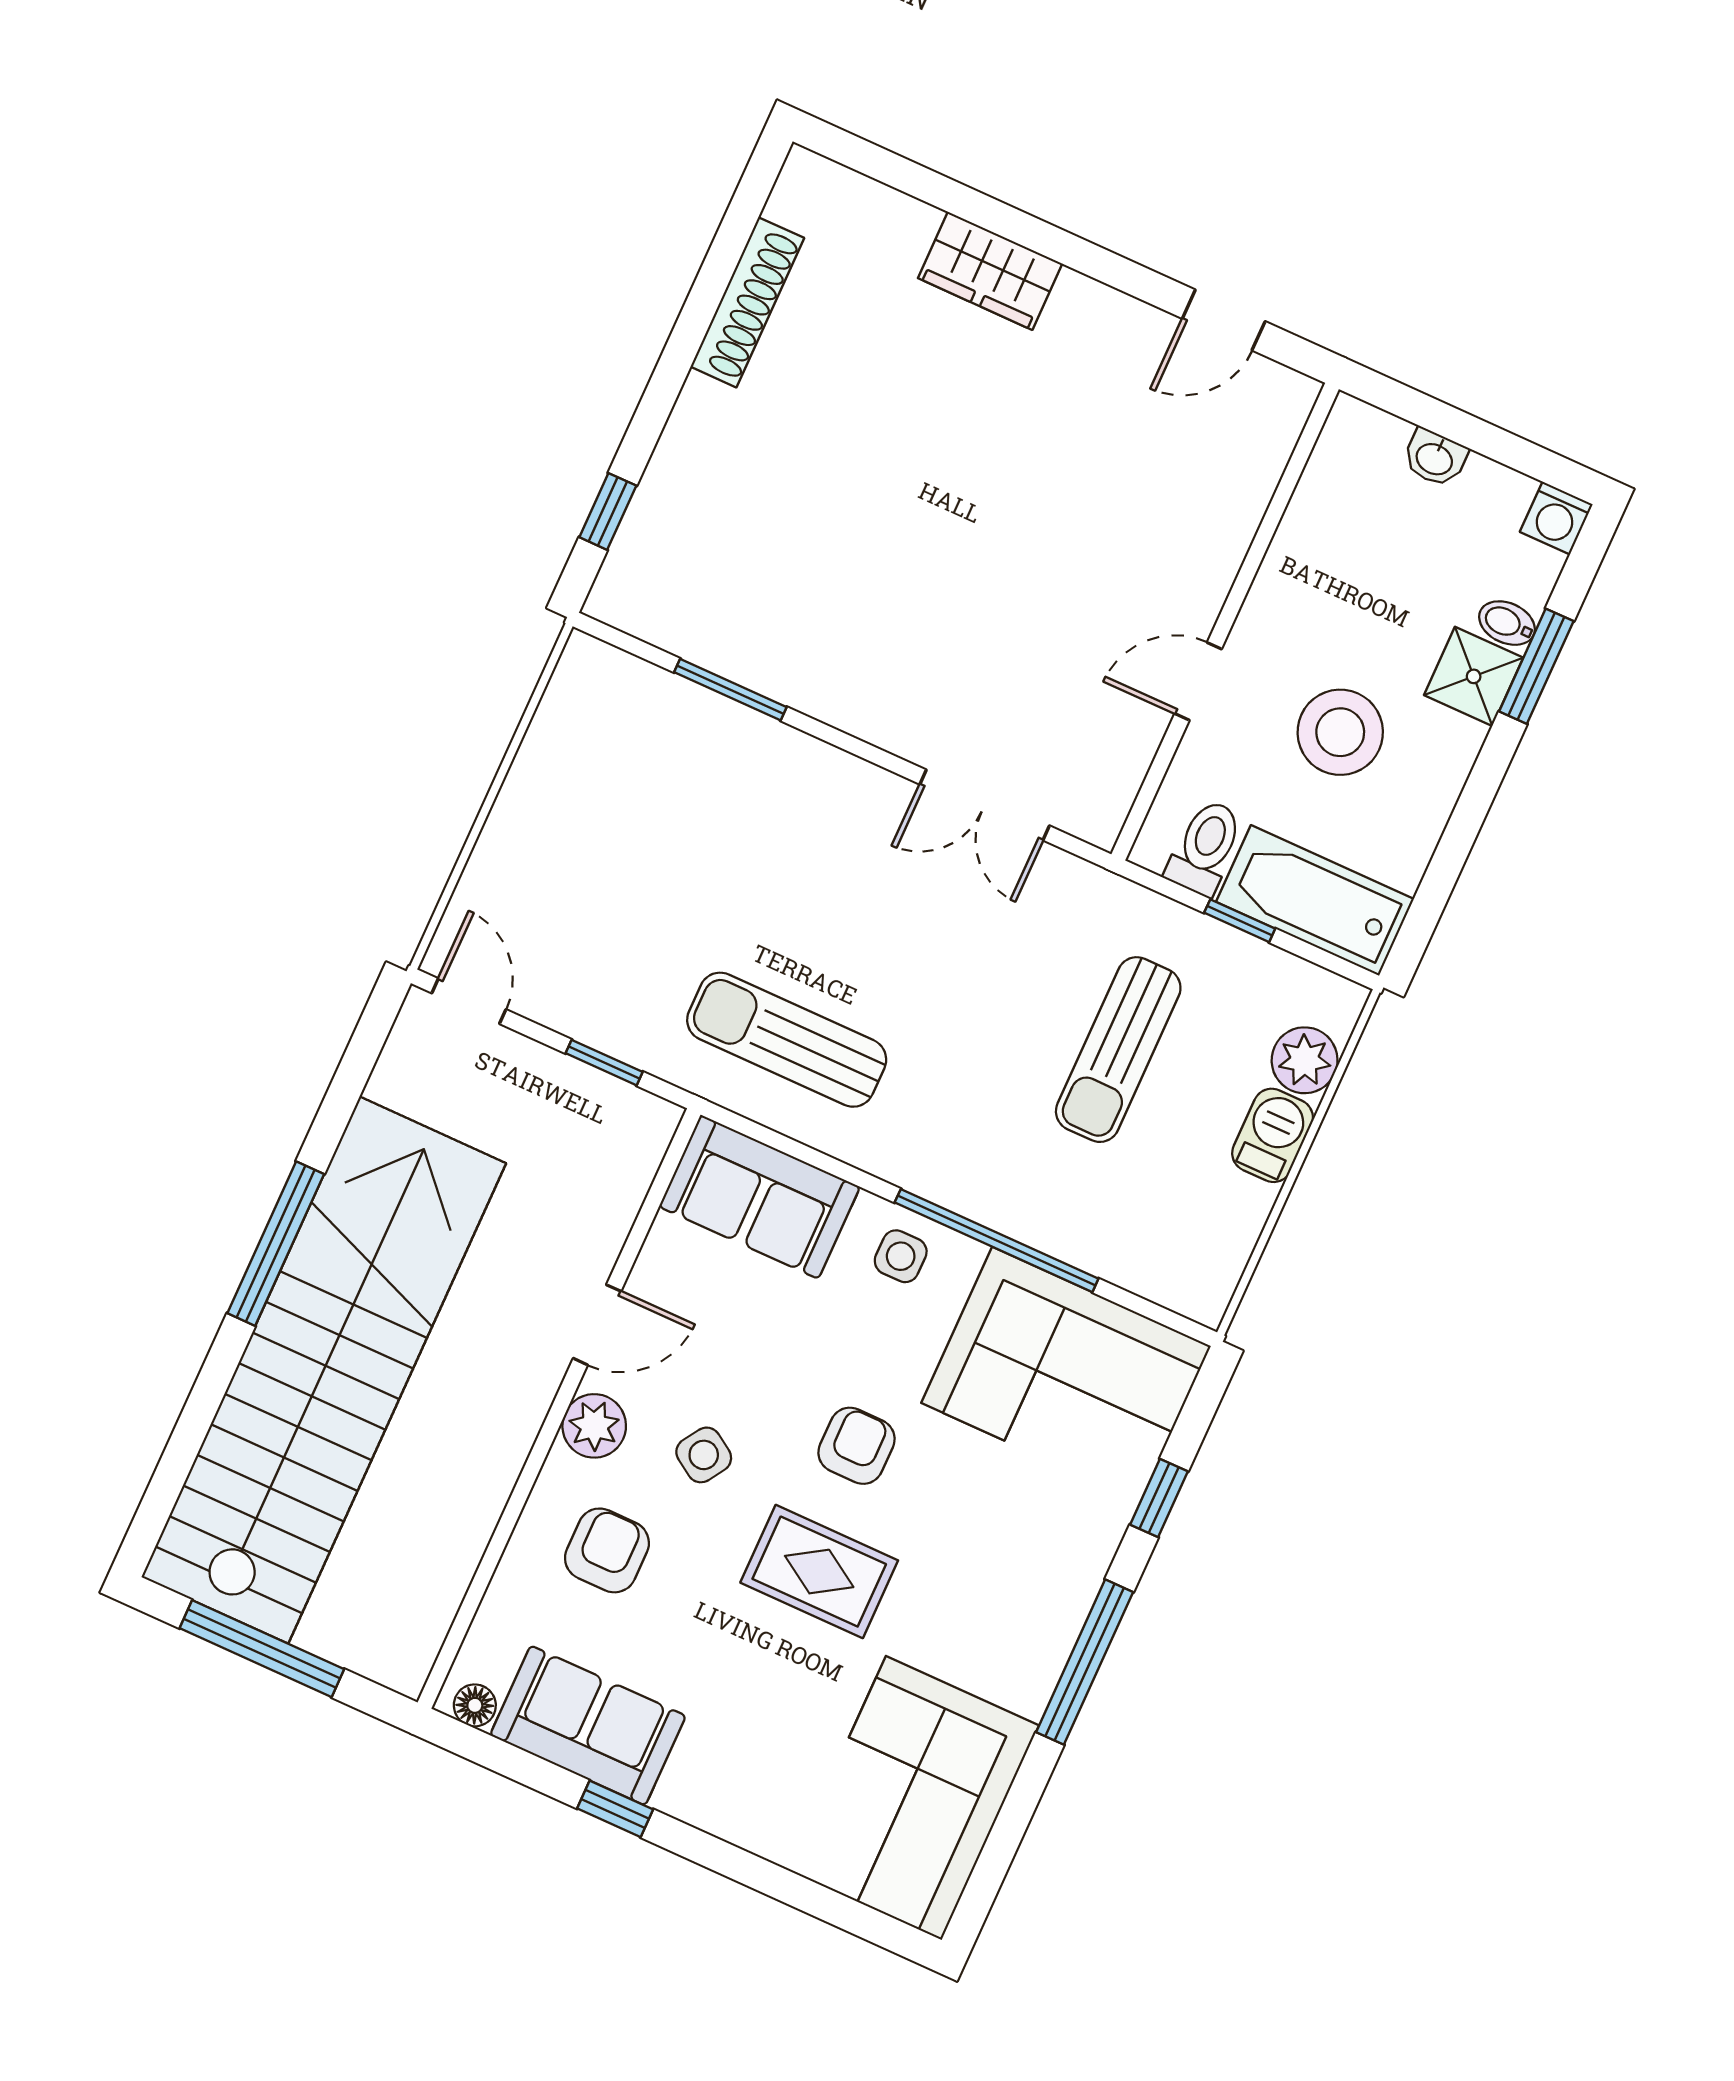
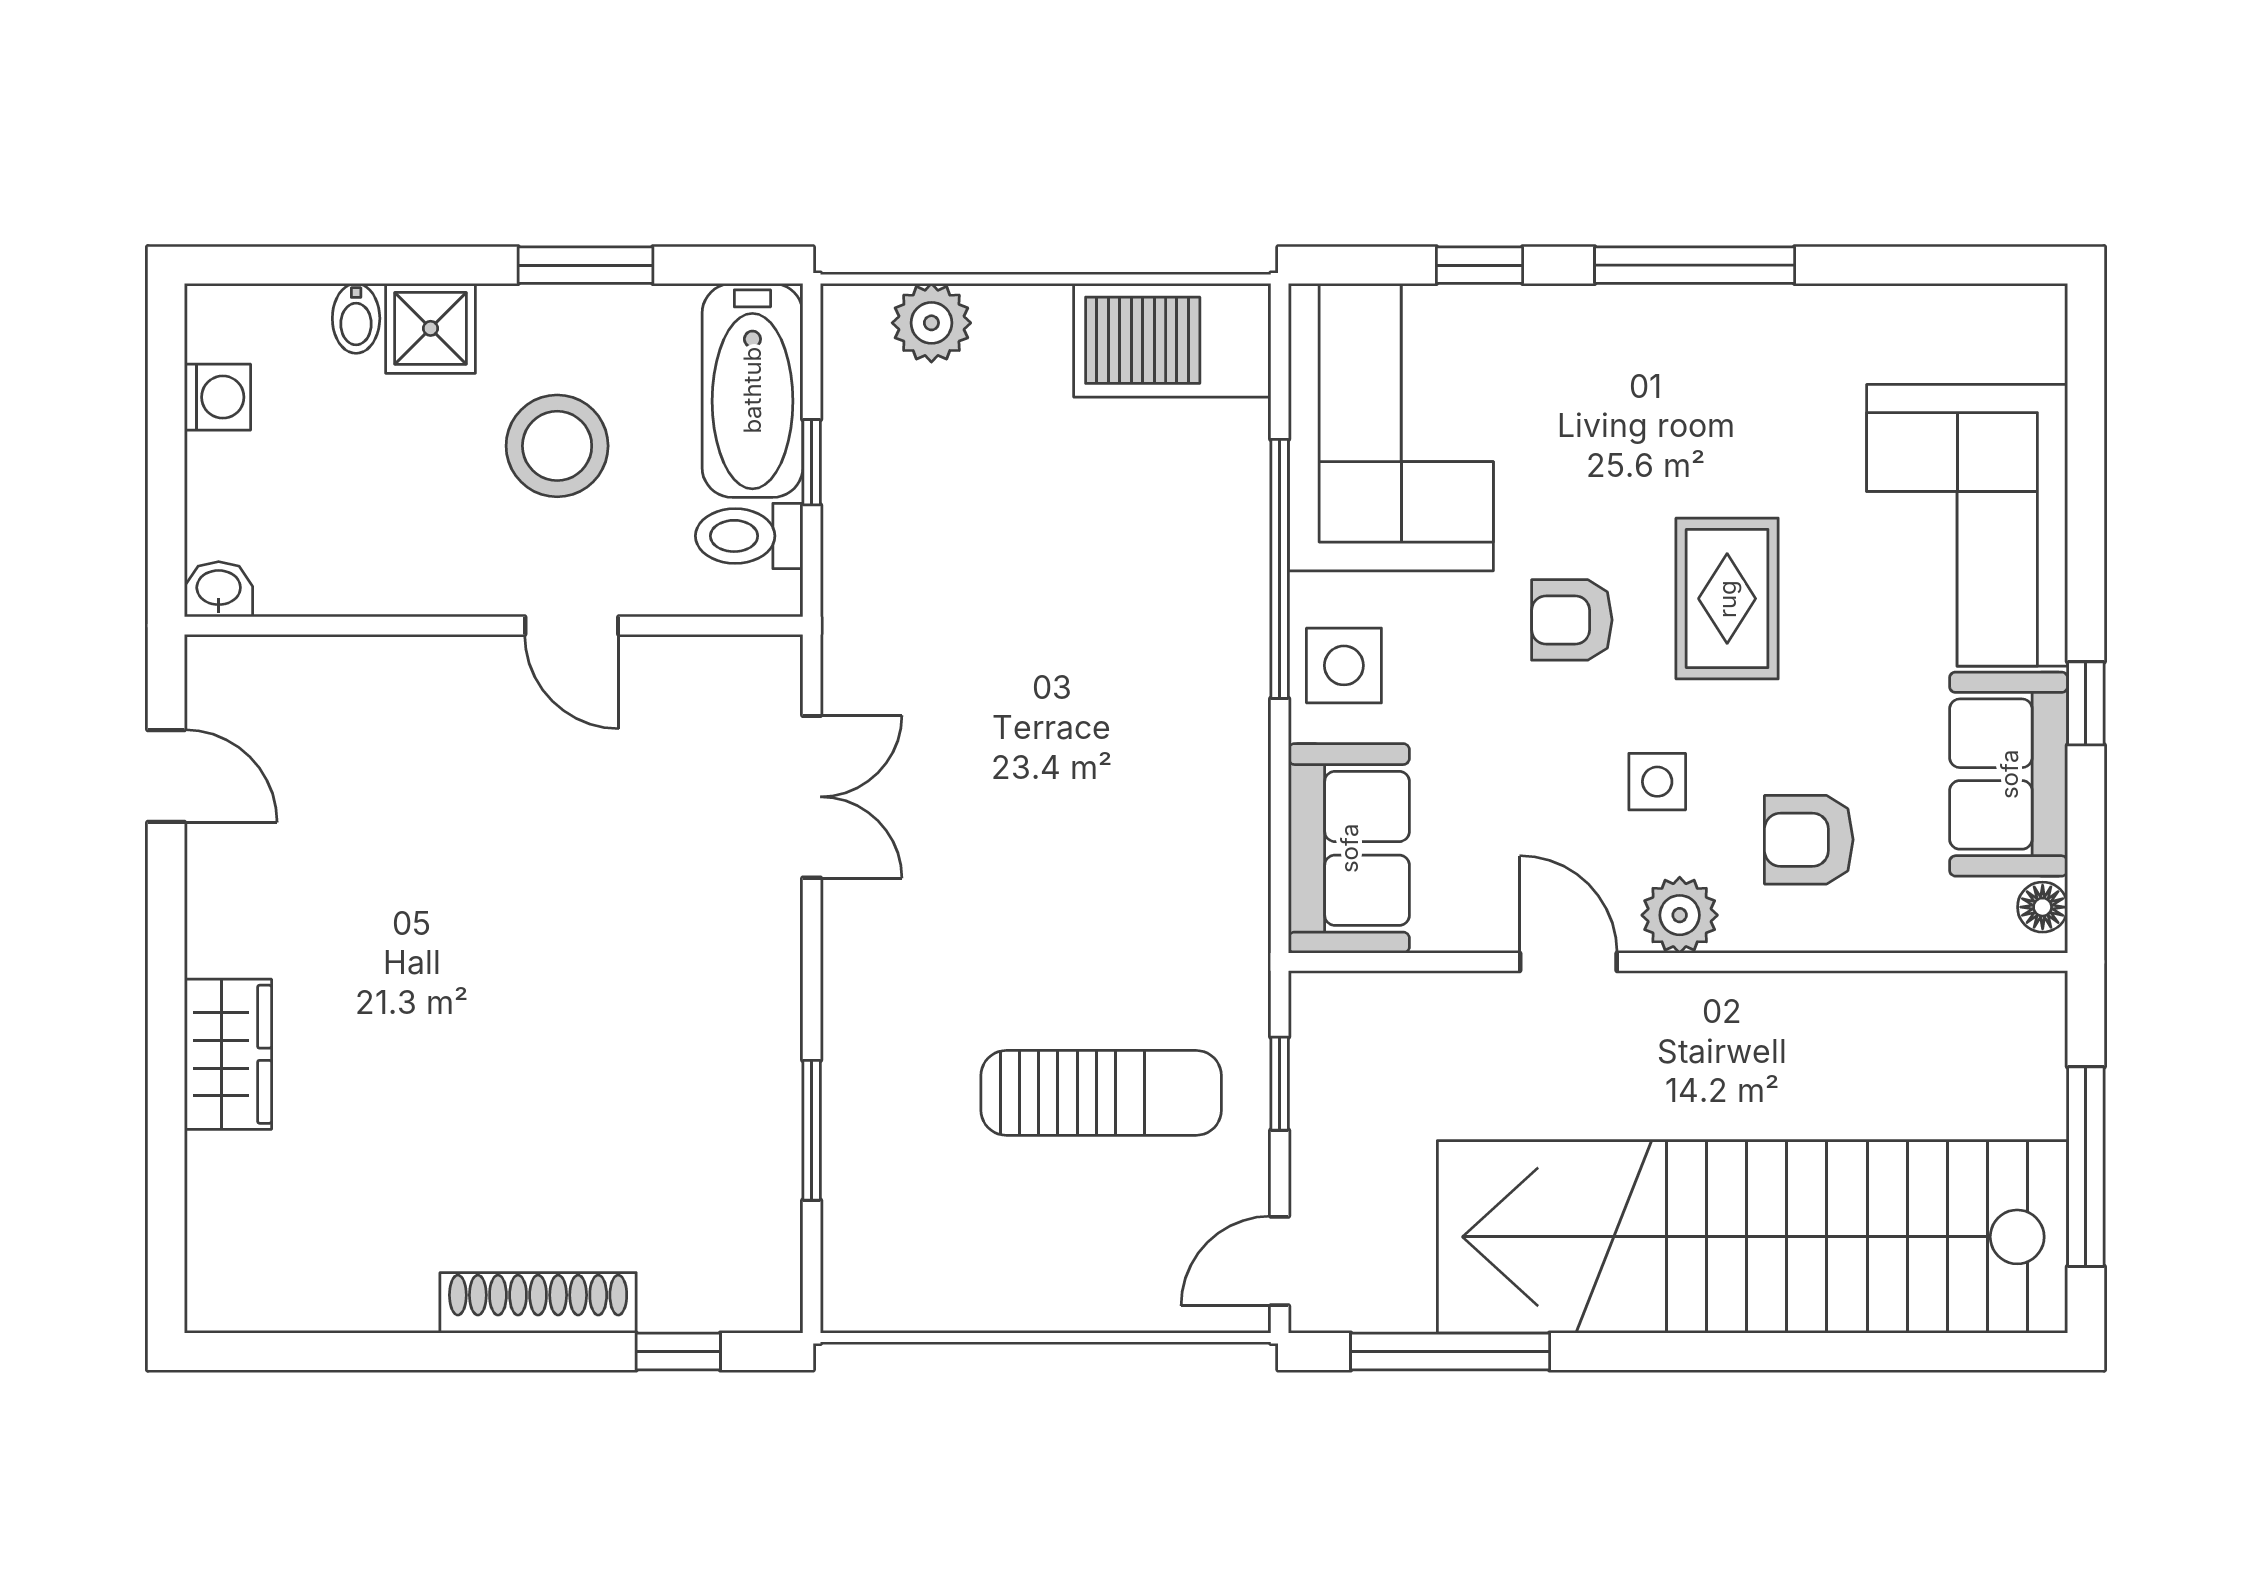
shoe rack: (747, 302) -> (538, 1303), moved
washbasin: (1435, 458) -> (219, 589), moved, turned -90
washing machine: (1556, 518) -> (218, 397), moved
window: (1536, 666) -> (586, 265), moved
sun lounger: (787, 1040) -> (1101, 1093), moved, turned -90
sun lounger: (1118, 1050) -> (1012, 531), removed
barbecue: (1273, 1135) -> (1172, 340), moved, width x1.88, depth x1.53
window: (276, 1244) -> (1450, 1351), moved
side table: (901, 1256) -> (1344, 665), width x1.37, depth x1.37
side table: (704, 1455) -> (1657, 782), turned -33
corner sofa: (914, 1798) -> (1967, 525), moved, turned 90

